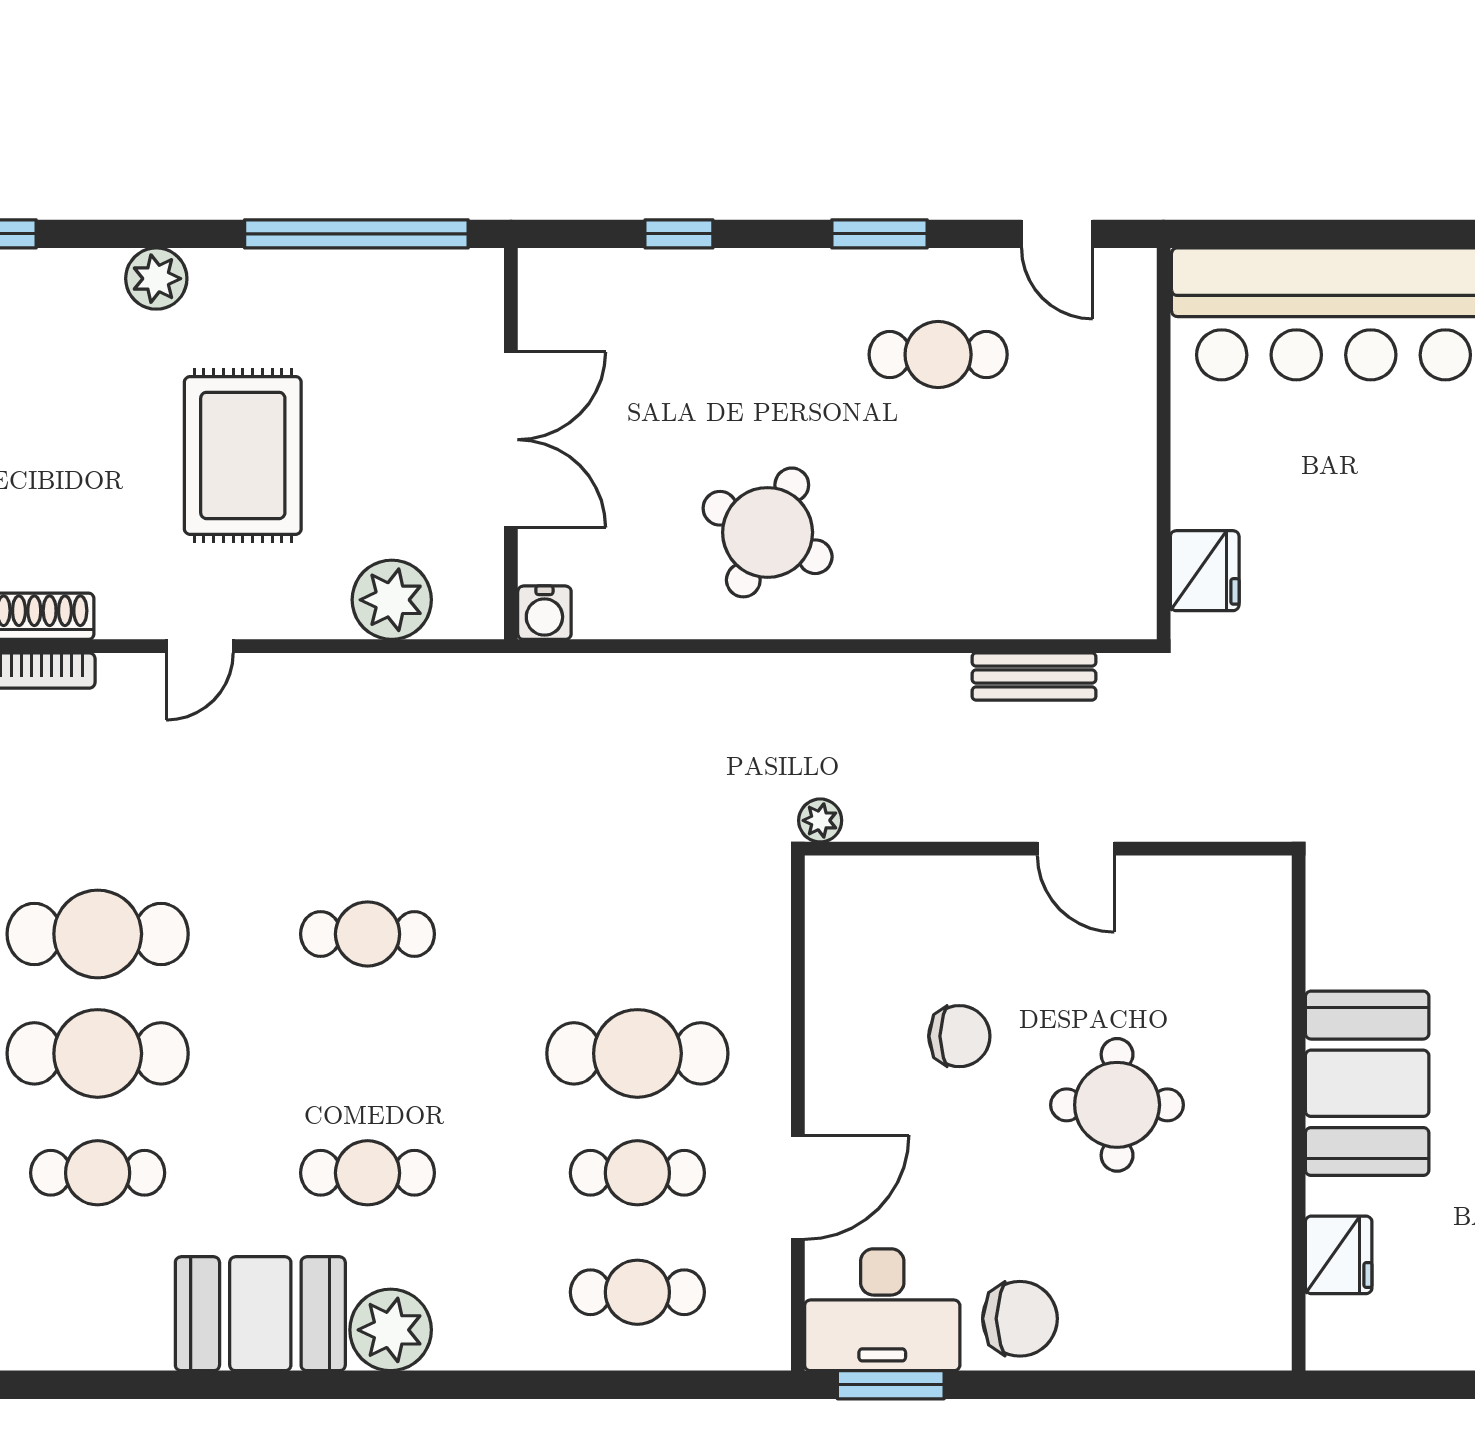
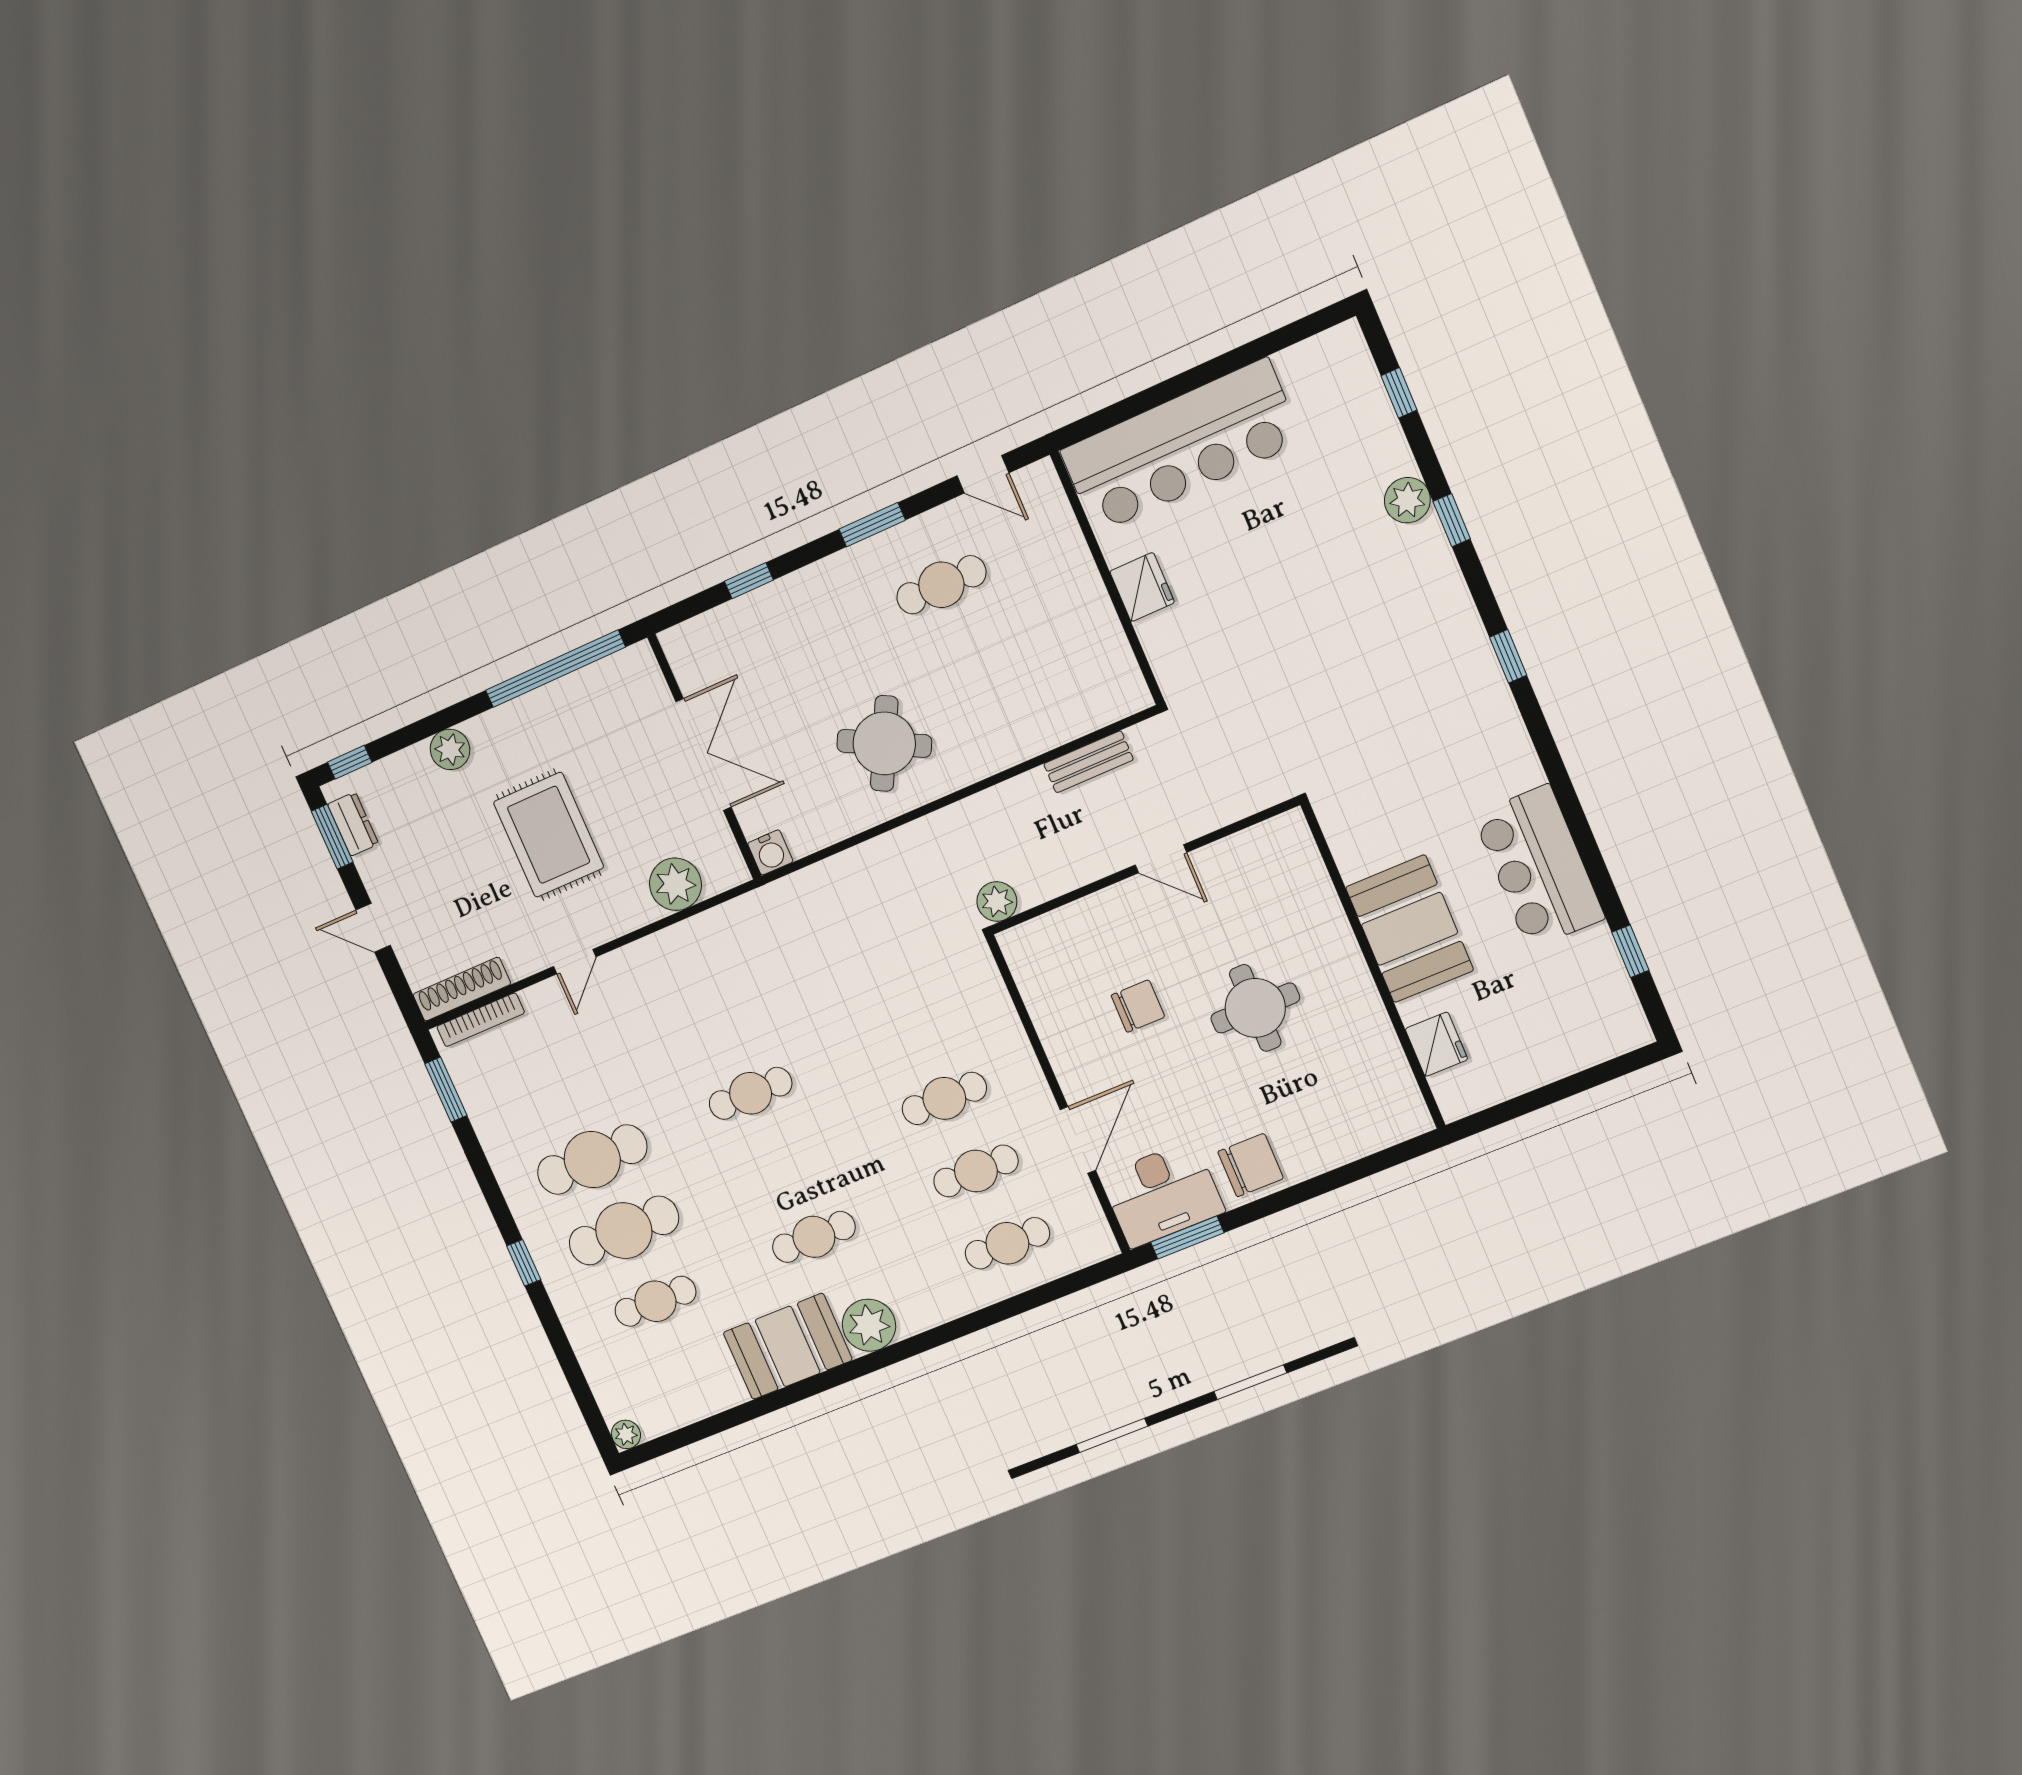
fridge: (1205, 571) -> (1142, 587), moved
plant: (820, 820) -> (997, 901), width x1.38, depth x1.38
cafe table: (637, 1053) -> (944, 1098), width x0.73, depth x0.74

